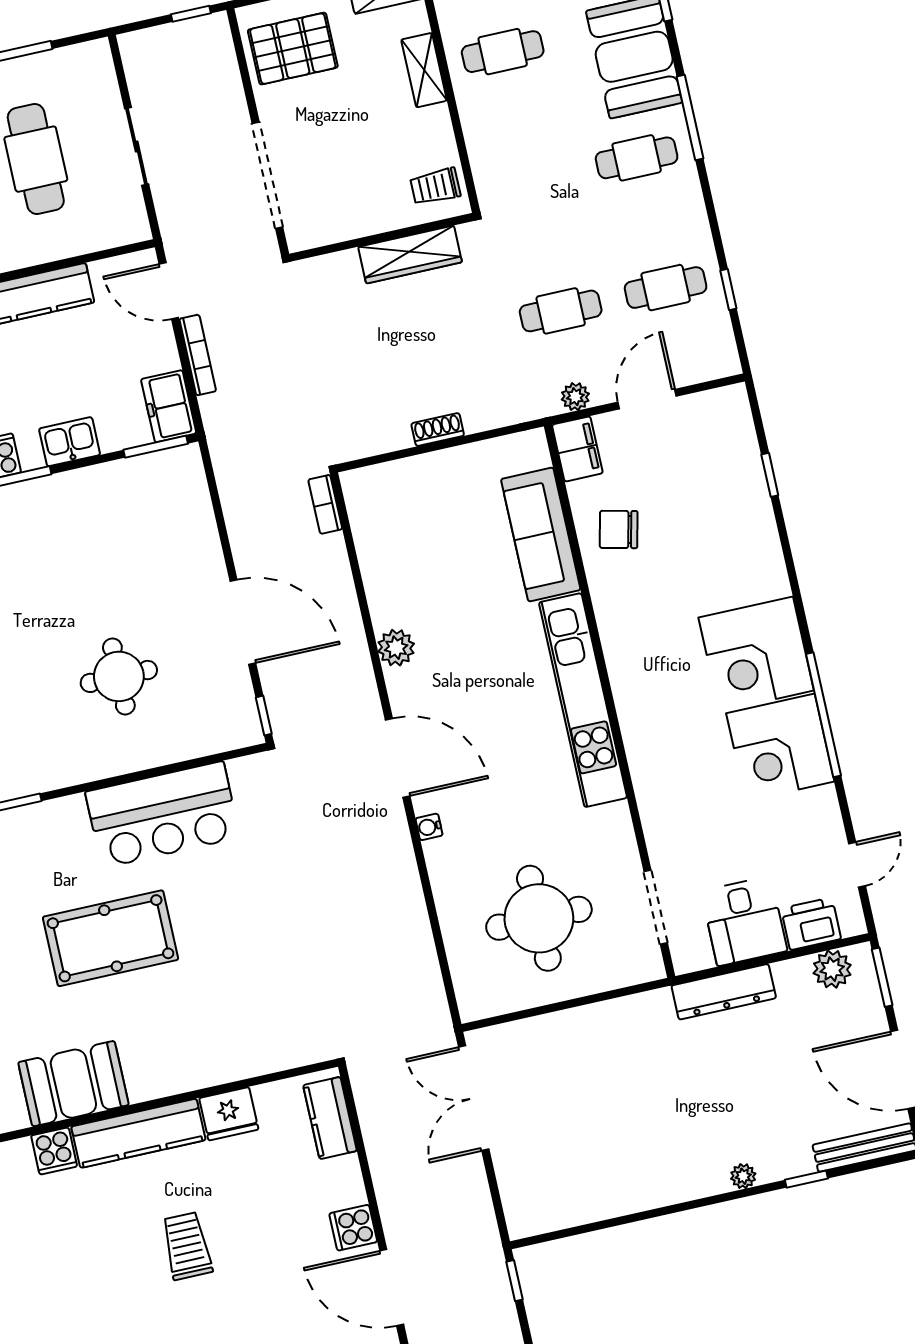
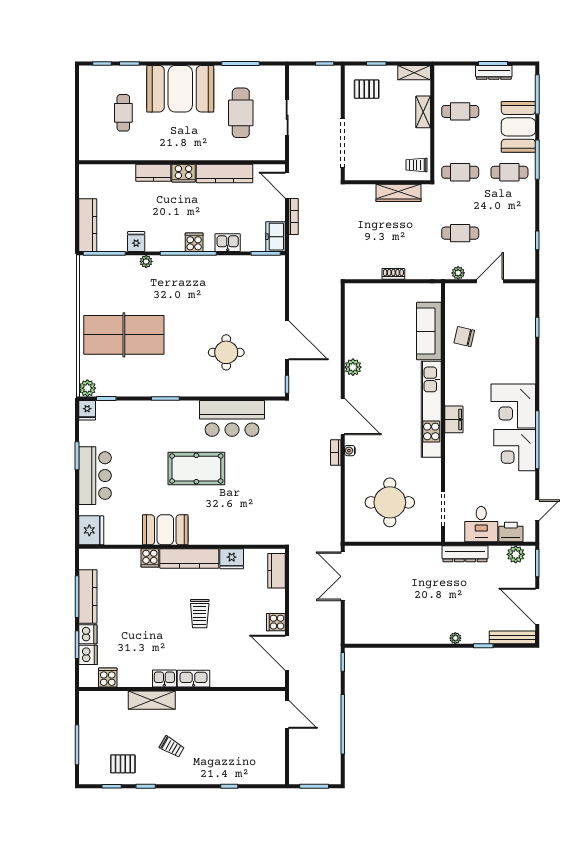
pallet: (293, 49) -> (367, 89), width x0.67, depth x0.71
cafe table: (666, 288) -> (460, 172), moved
filing cabinet: (577, 449) -> (454, 419), moved
bookcase: (325, 504) -> (336, 453), moved
trolley: (187, 1246) -> (200, 614), turned 180

